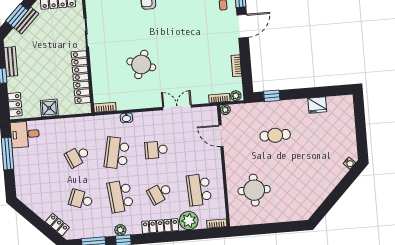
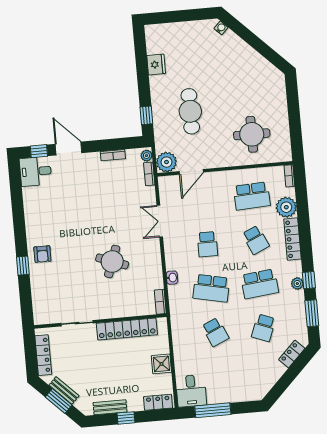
plant: (225, 110) -> (166, 162), width x1.87, depth x1.87
cafe table: (275, 135) -> (190, 111), width x1.37, depth x1.35

